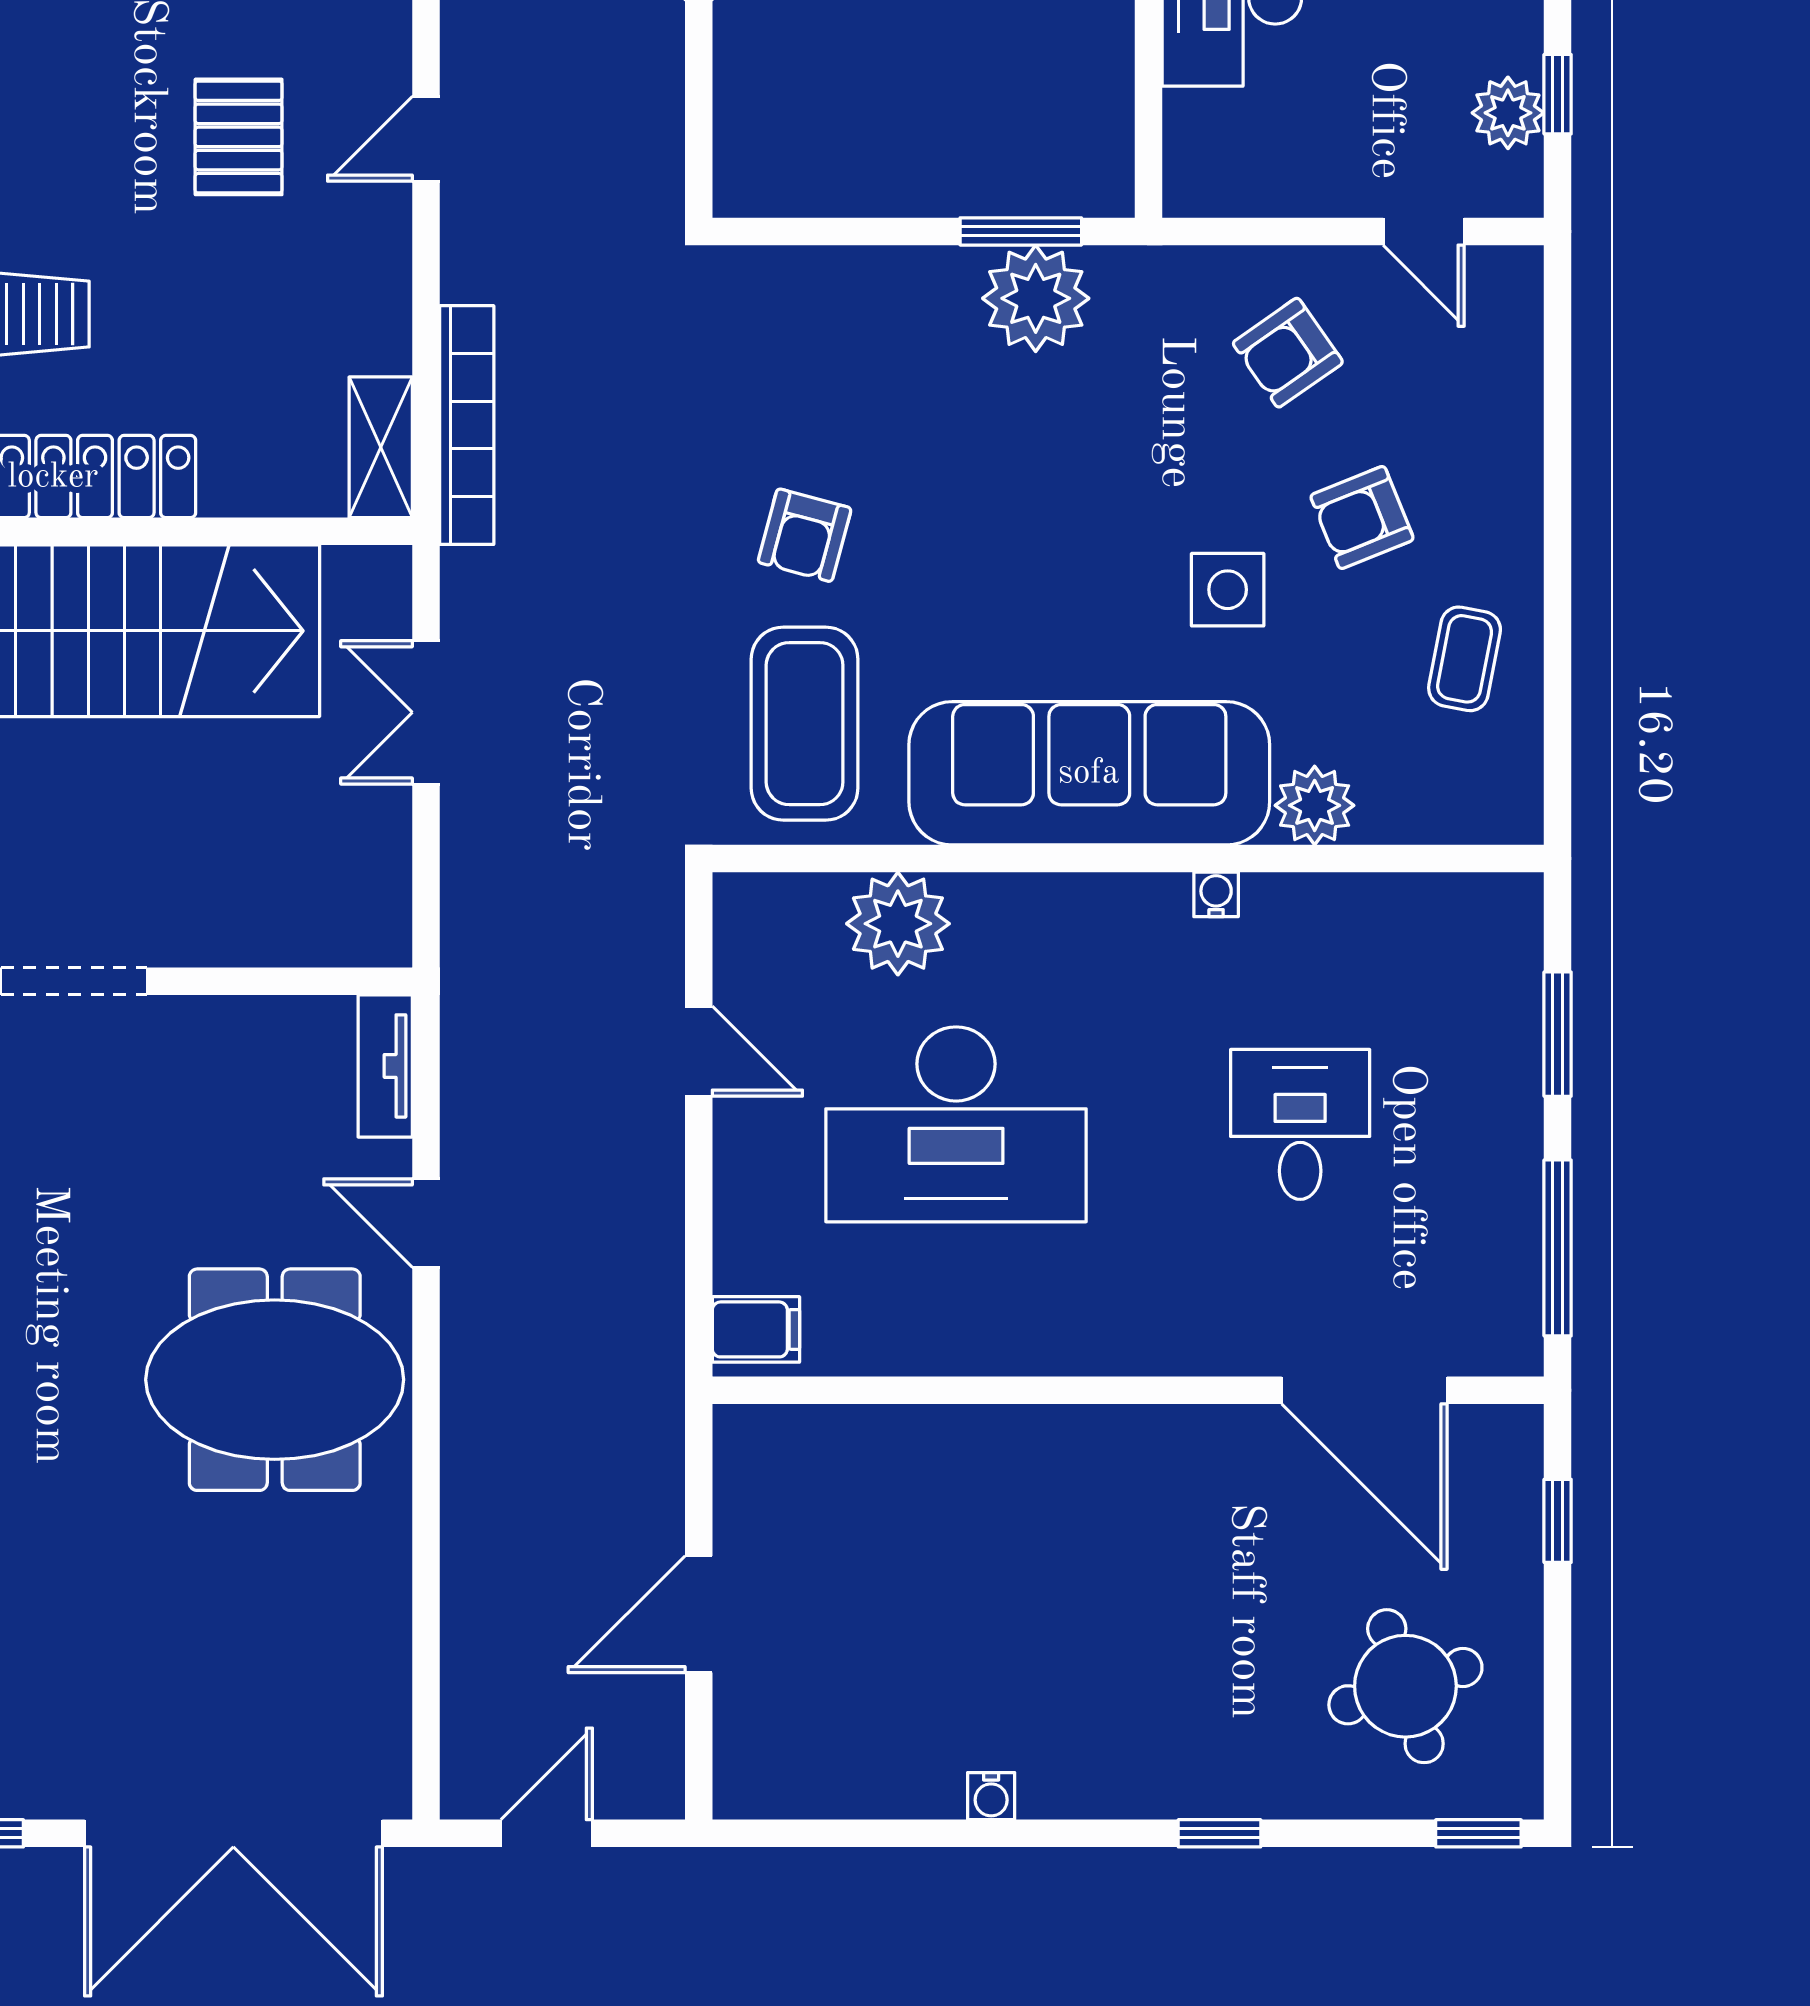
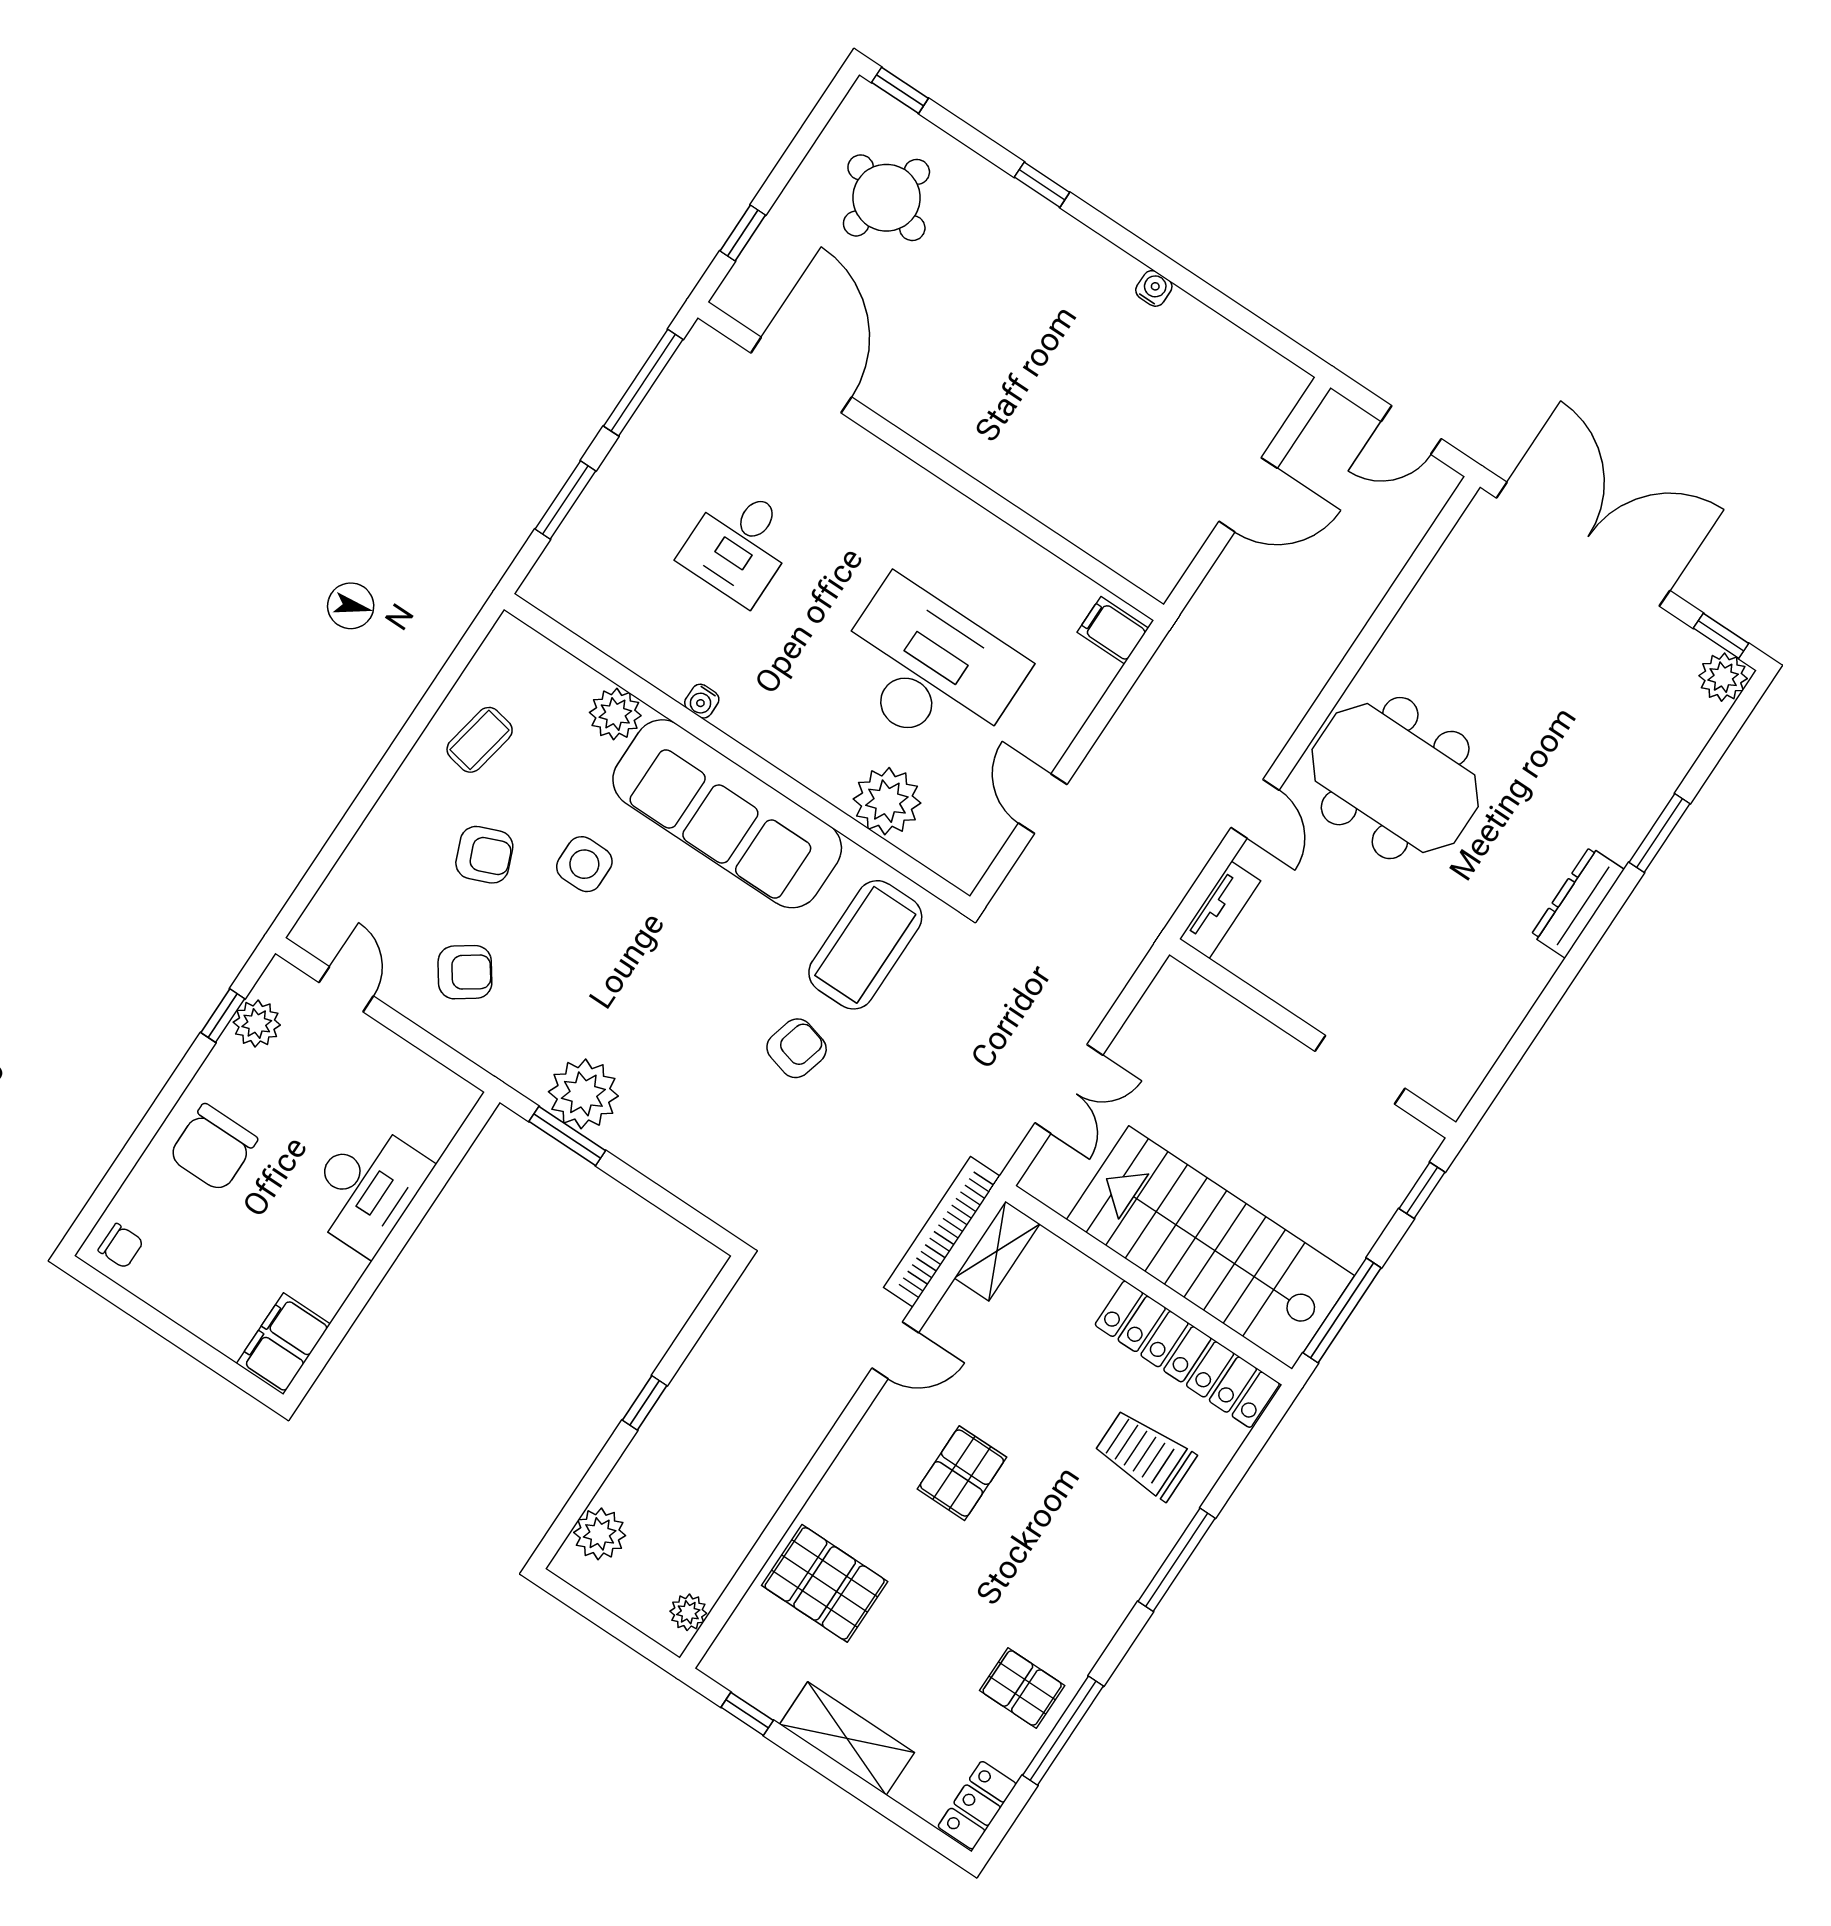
door: (426, 139) -> (895, 1350), moved
round table: (1405, 1686) -> (886, 198), turned 34

